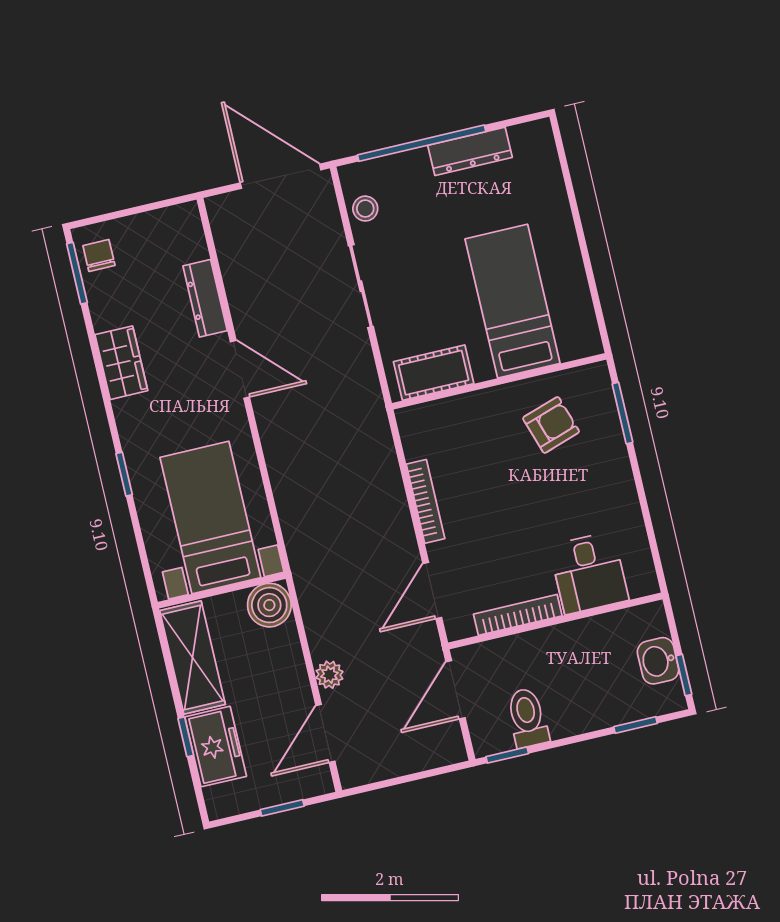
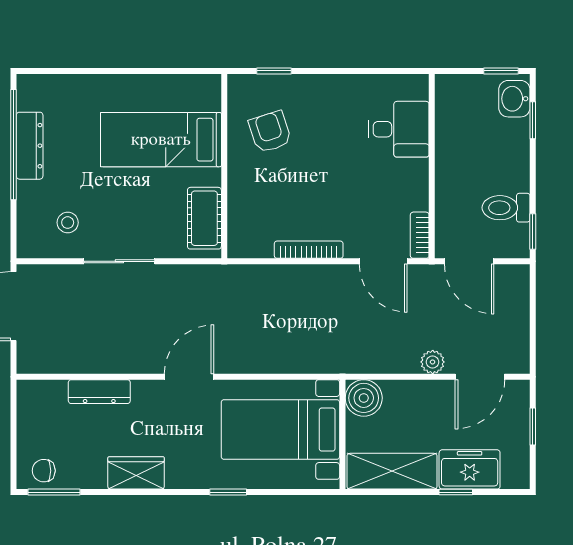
window: (422, 143) -> (14, 145), moved
stool: (365, 209) -> (68, 223), moved
door: (240, 369) -> (189, 377), moved
window: (622, 413) -> (274, 71), width x0.67
bookcase: (518, 615) -> (420, 235), moved, width x0.64
washbasin: (658, 661) -> (514, 99), moved, turned 90
door: (325, 733) -> (480, 377), hinge flipped

